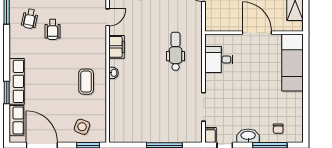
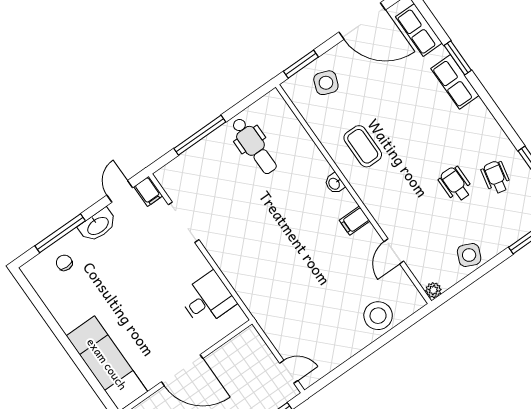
filing cabinet: (117, 47) -> (355, 221), width x0.50
dental chair: (176, 51) -> (254, 146), moved
row of seats: (17, 81) -> (455, 82), width x0.68

